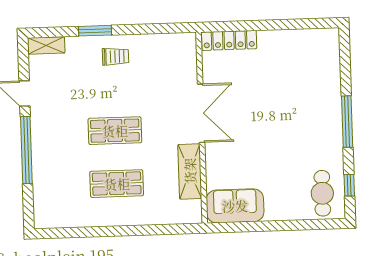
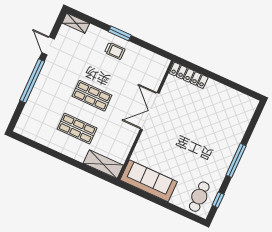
window: (95, 31) -> (120, 33), moved
double door: (201, 113) -> (150, 111), swing flipped
shelving: (190, 171) -> (103, 164), moved, turned 90
sofa: (235, 206) -> (149, 181), width x1.36

